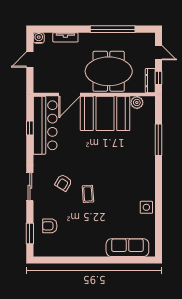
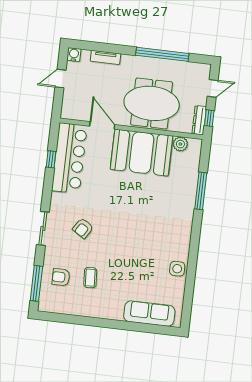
door: (158, 53) -> (213, 88), hinge flipped
door: (69, 95) -> (102, 125), swing flipped
coffee table: (88, 194) -> (90, 278), moved
window: (30, 233) -> (36, 283), width x1.44

